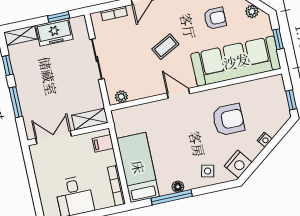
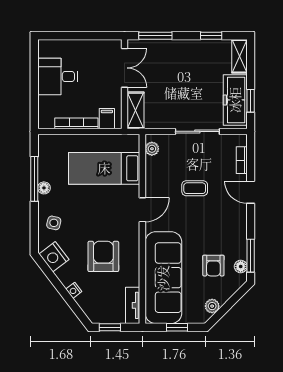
freezer: (54, 32) -> (235, 100), width x1.40
coffee table: (165, 47) -> (195, 188), moved, turned -62
tv unit: (267, 83) -> (133, 305), added
window: (16, 102) -> (155, 36), moved
armchair: (228, 120) -> (103, 256), turned 180
bed: (138, 167) -> (104, 168), moved, turned 180
bookcase: (116, 186) -> (76, 123), moved

